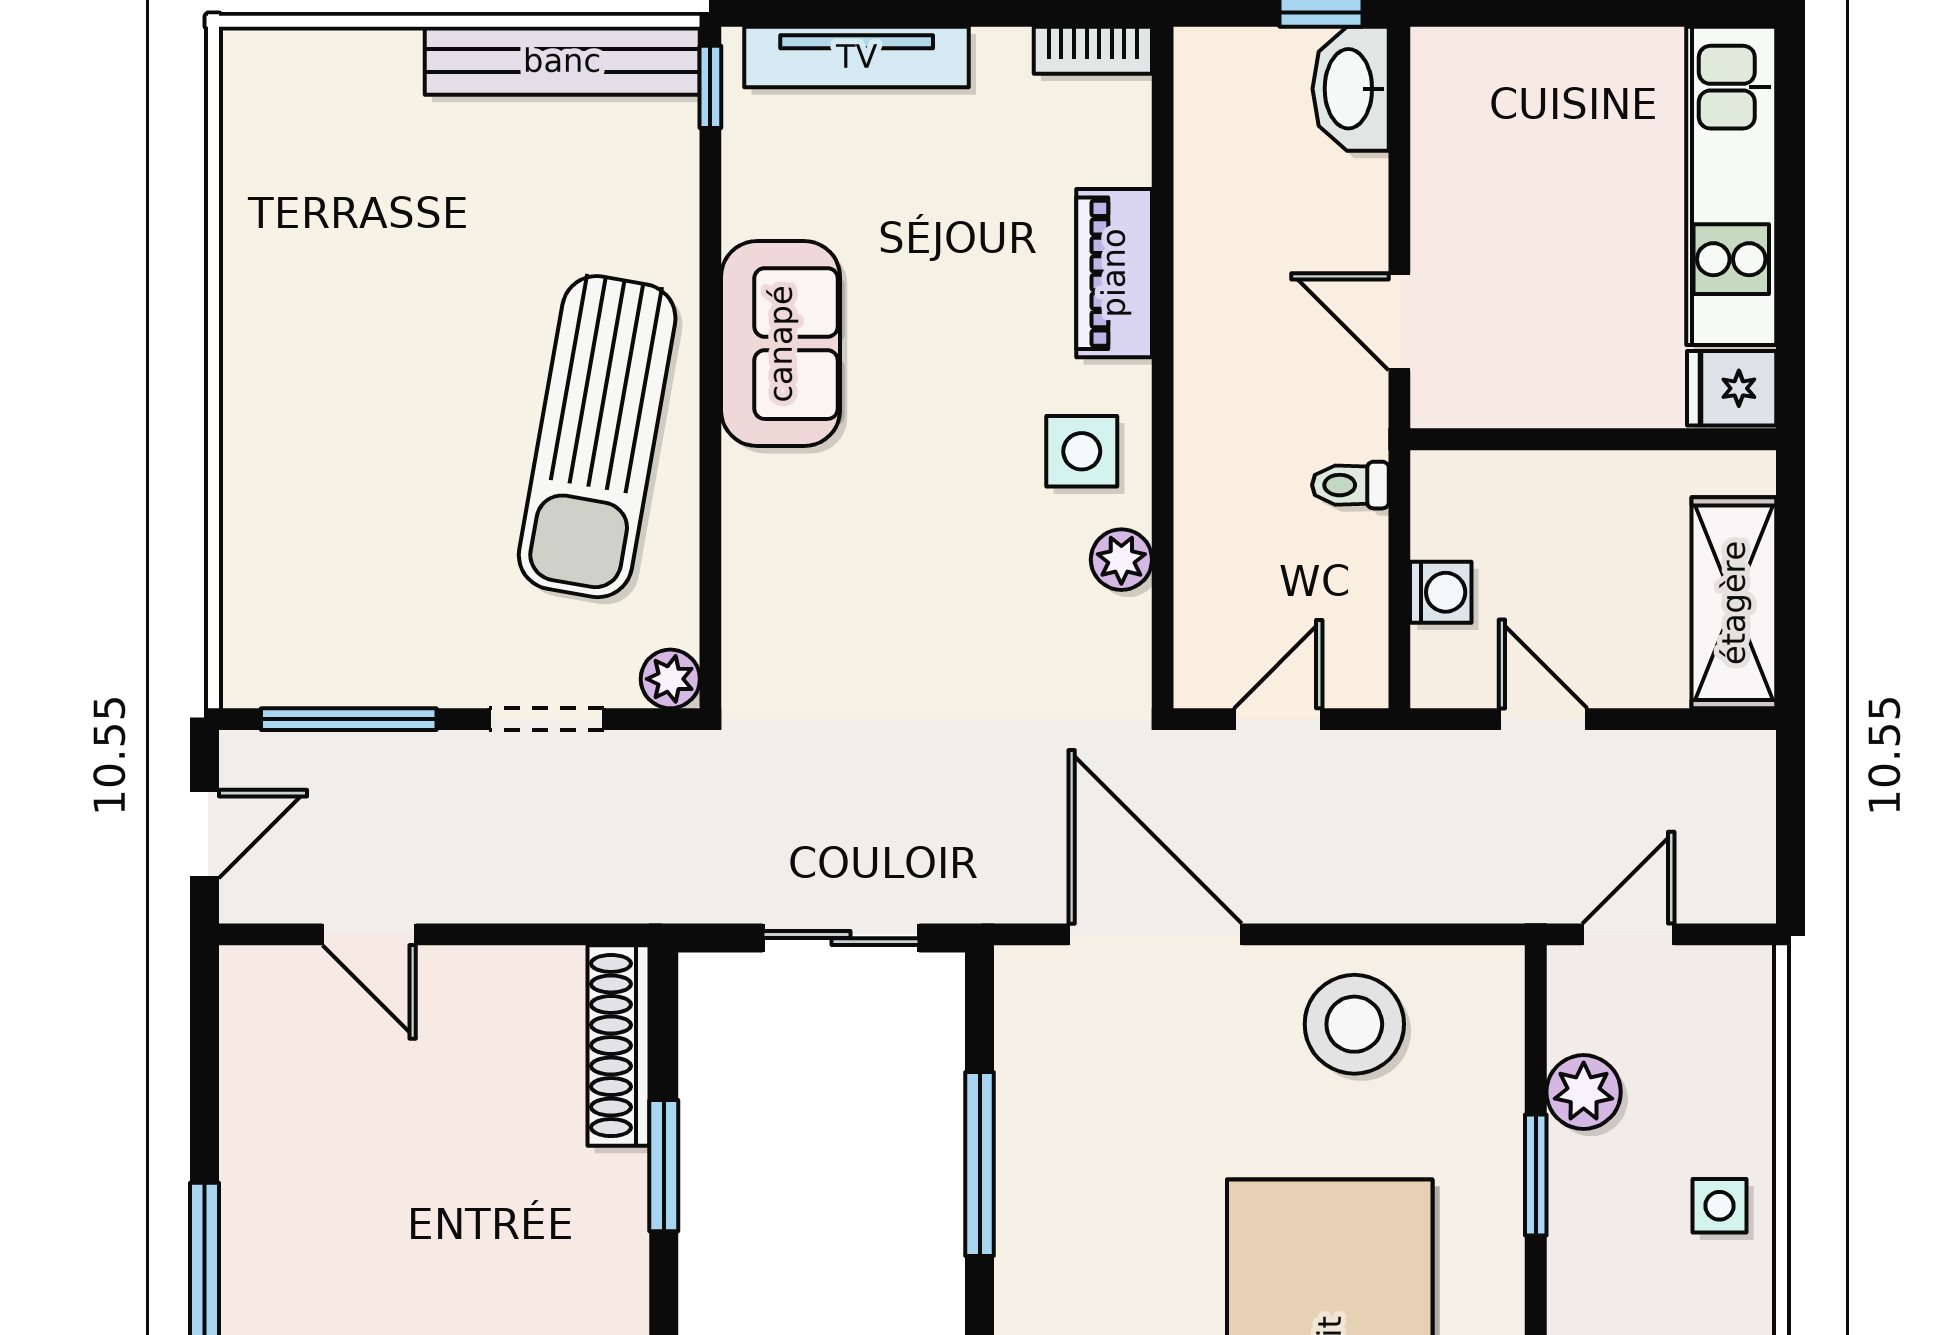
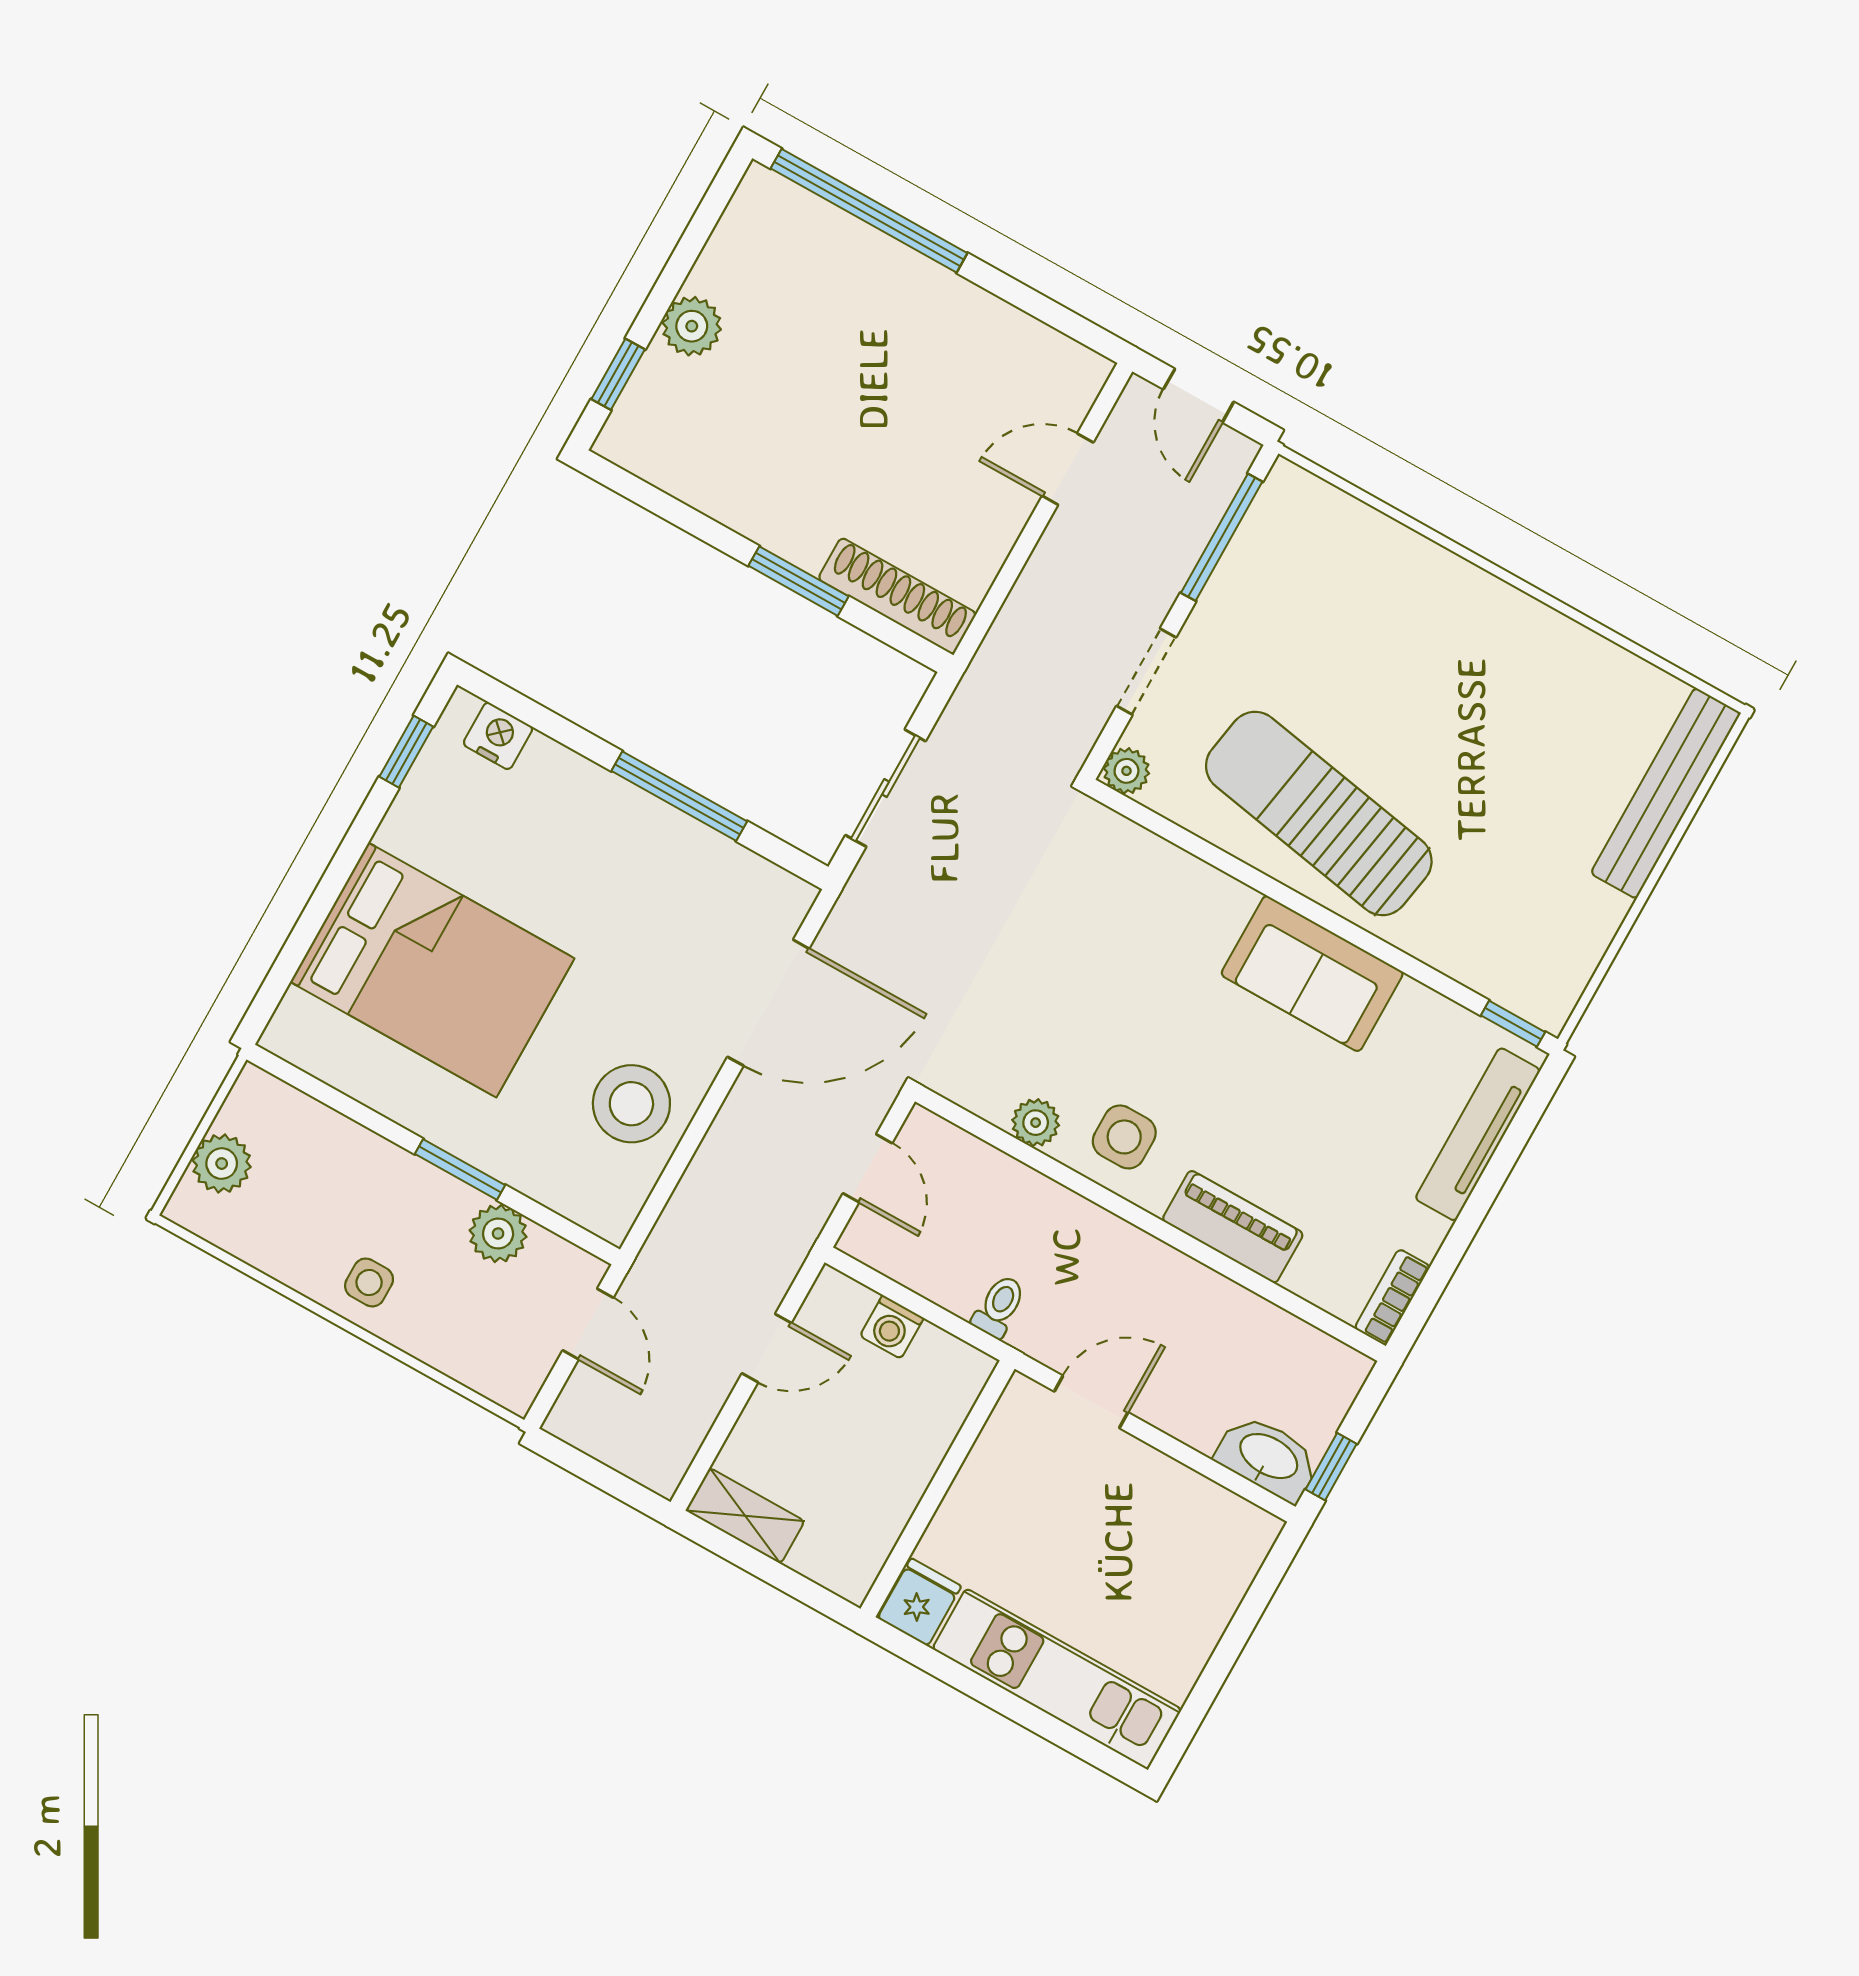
bench: (562, 61) -> (1666, 793), moved
shelving: (1734, 603) -> (745, 1516), width x0.67, depth x0.75

